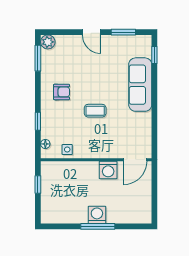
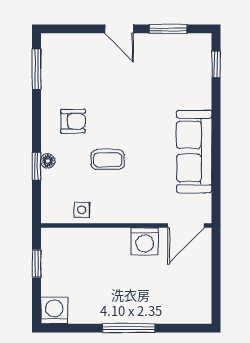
plant: (48, 42) -> (52, 44), removed
sofa: (140, 85) -> (194, 151), moved
coffee table: (95, 111) -> (108, 160), moved
floor lamp: (45, 144) -> (48, 161), moved
washing machine: (97, 215) -> (54, 310), moved

